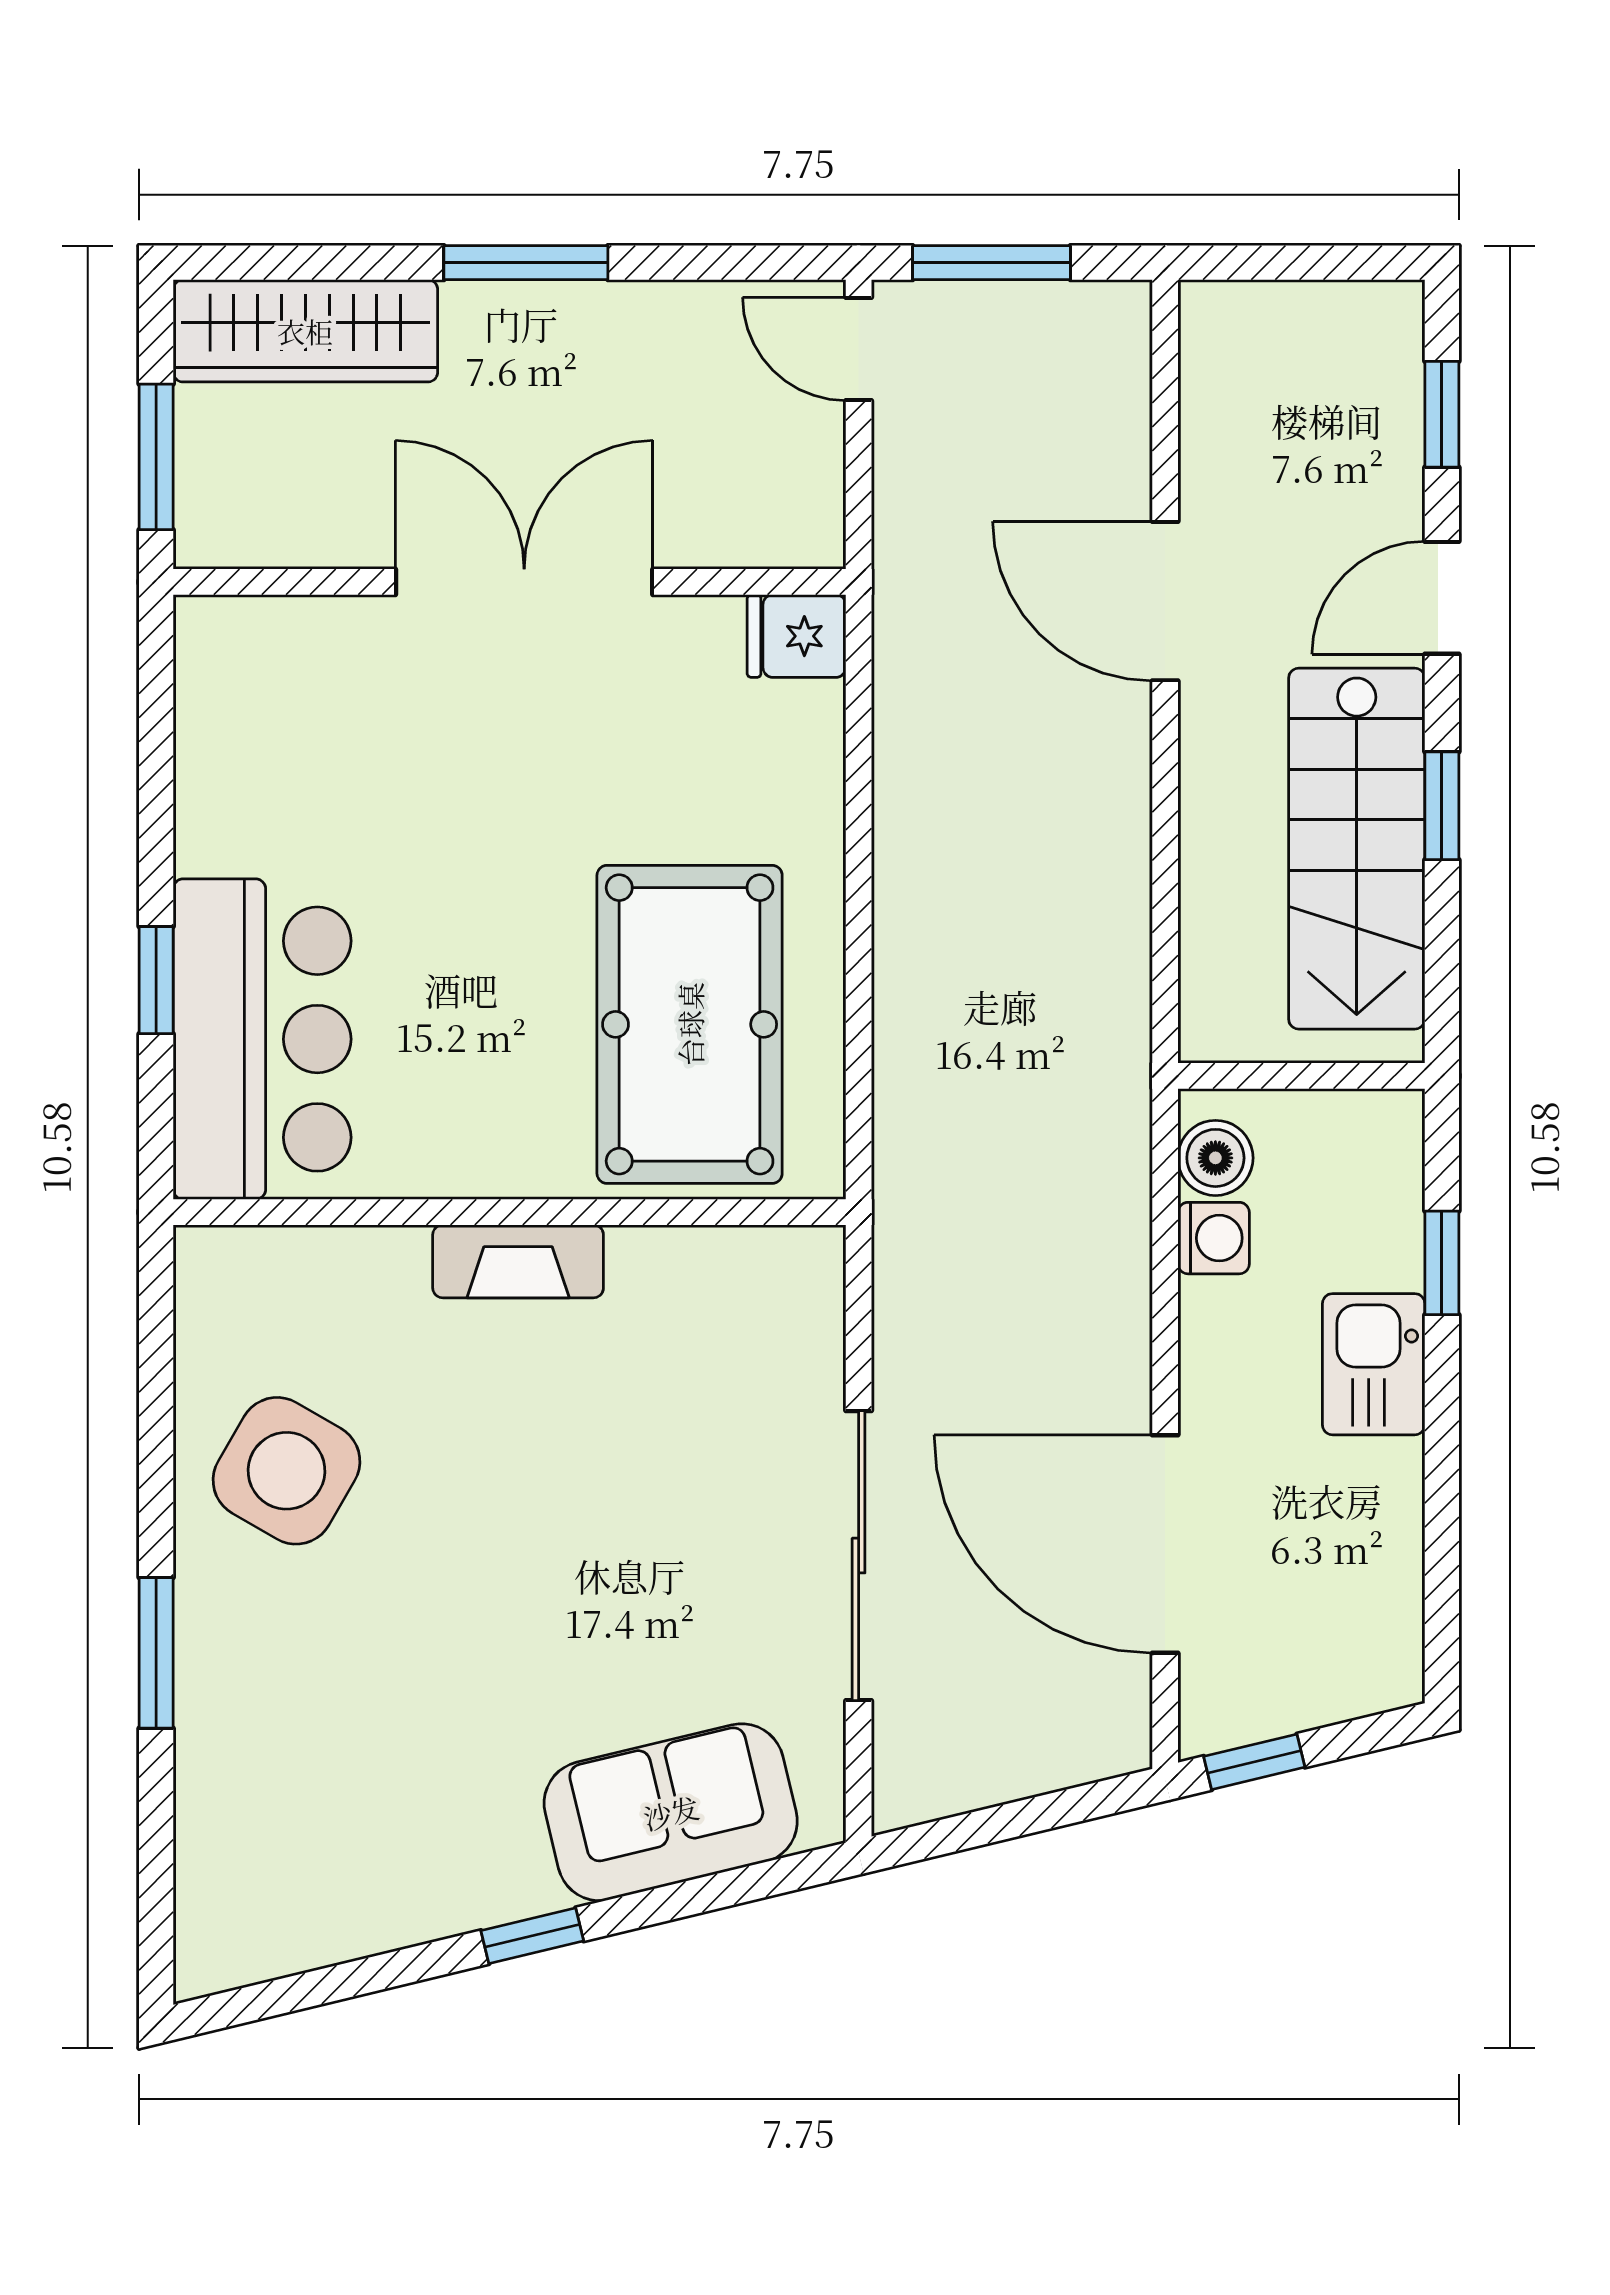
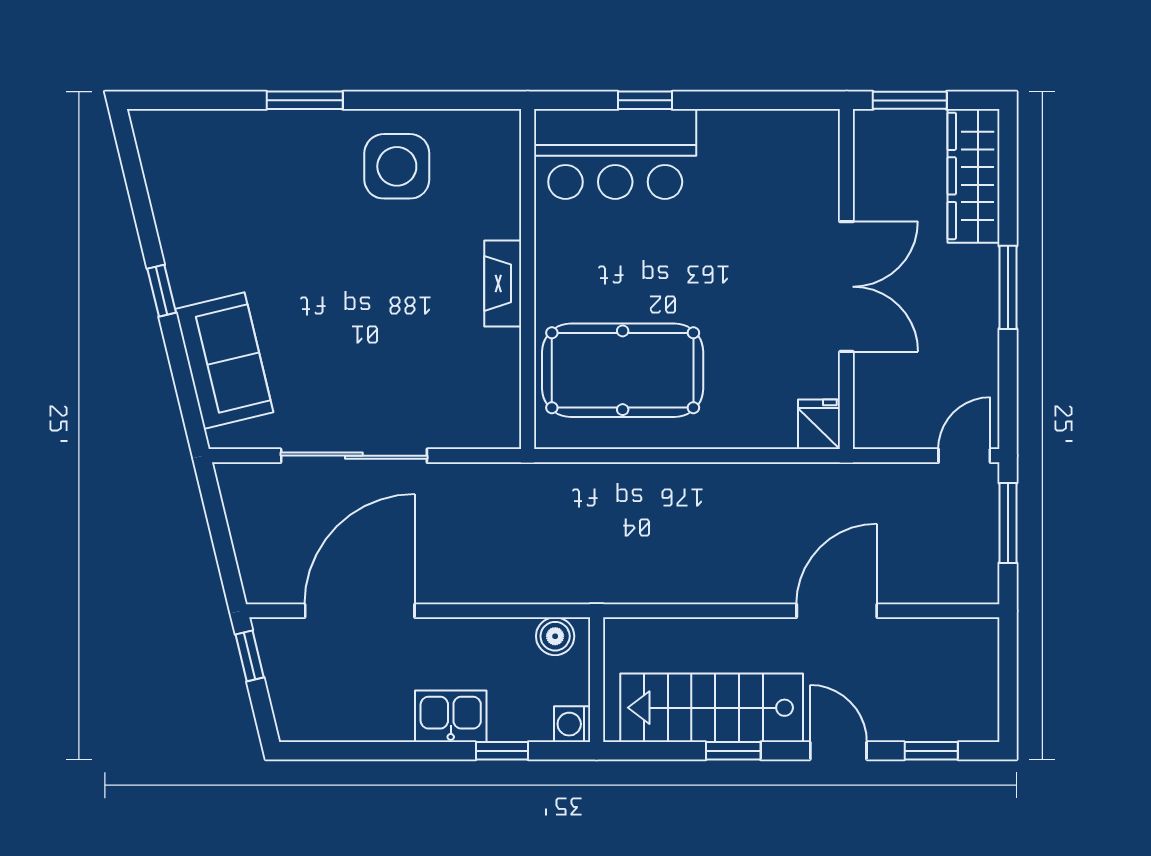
washing machine: (1214, 1238) -> (572, 724), moved, turned 90
side table: (286, 1471) -> (397, 166), turned -30

